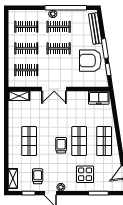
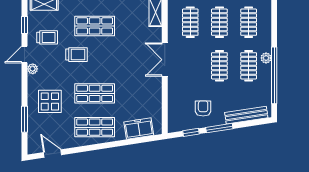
armchair: (90, 61) -> (203, 108), width x0.53, depth x0.53
freezer: (99, 98) -> (139, 129), moved, turned 81
trolley: (61, 145) -> (76, 55), moved

